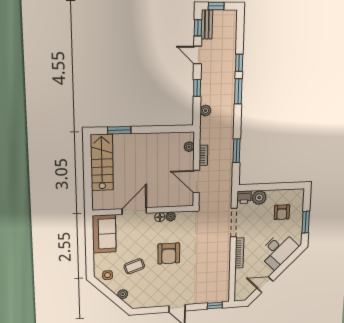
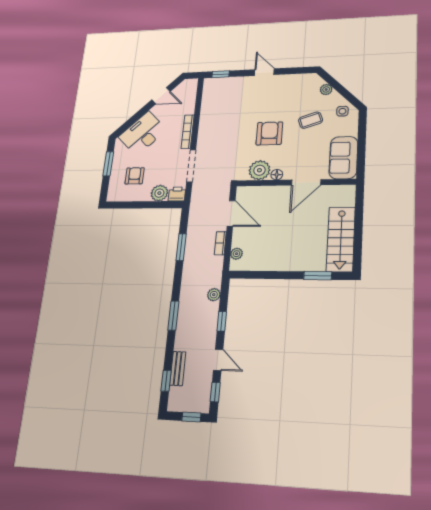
bench: (207, 24) -> (178, 369), moved
window: (239, 63) -> (166, 381), moved
plant: (171, 217) -> (259, 170), width x1.87, depth x1.87

